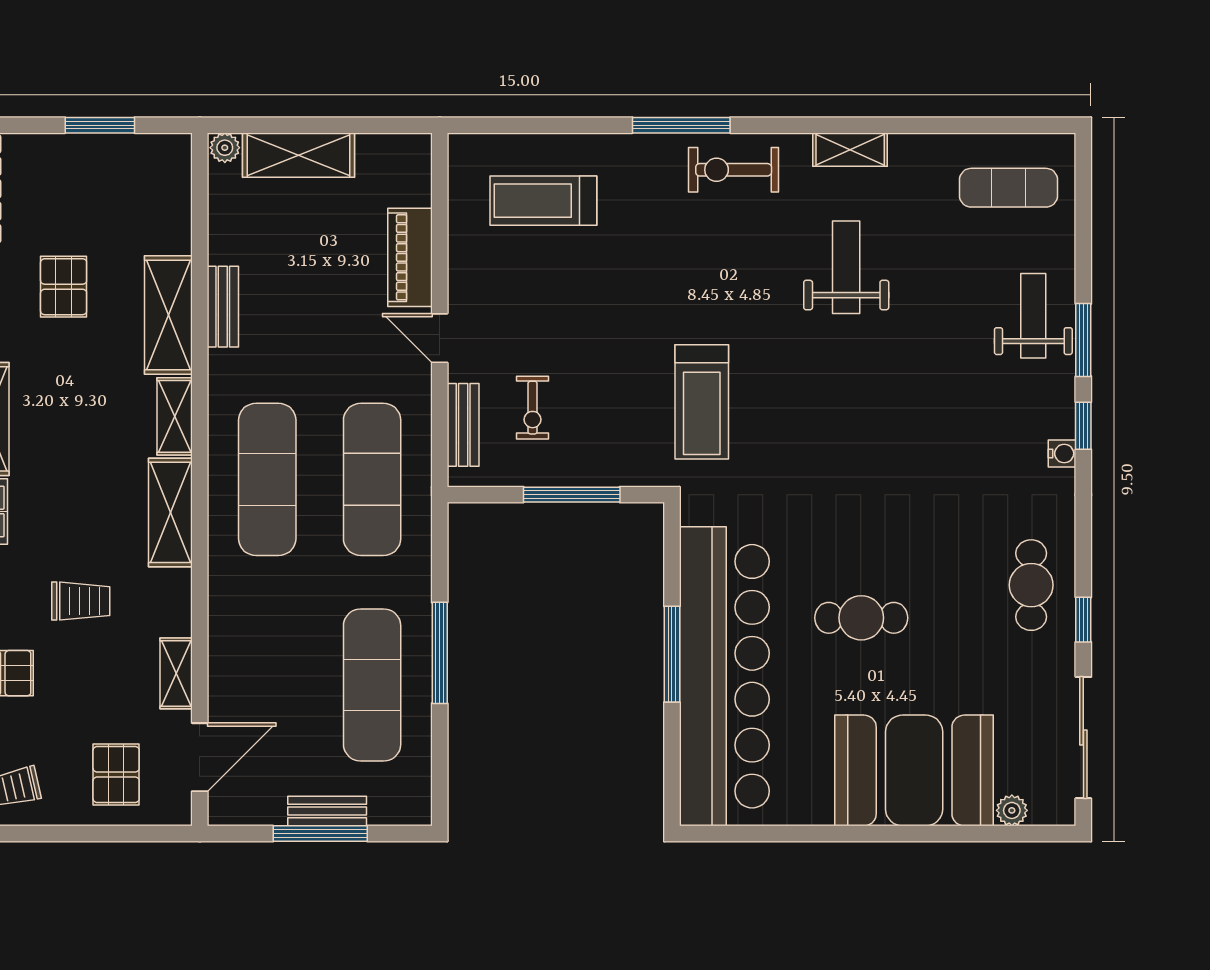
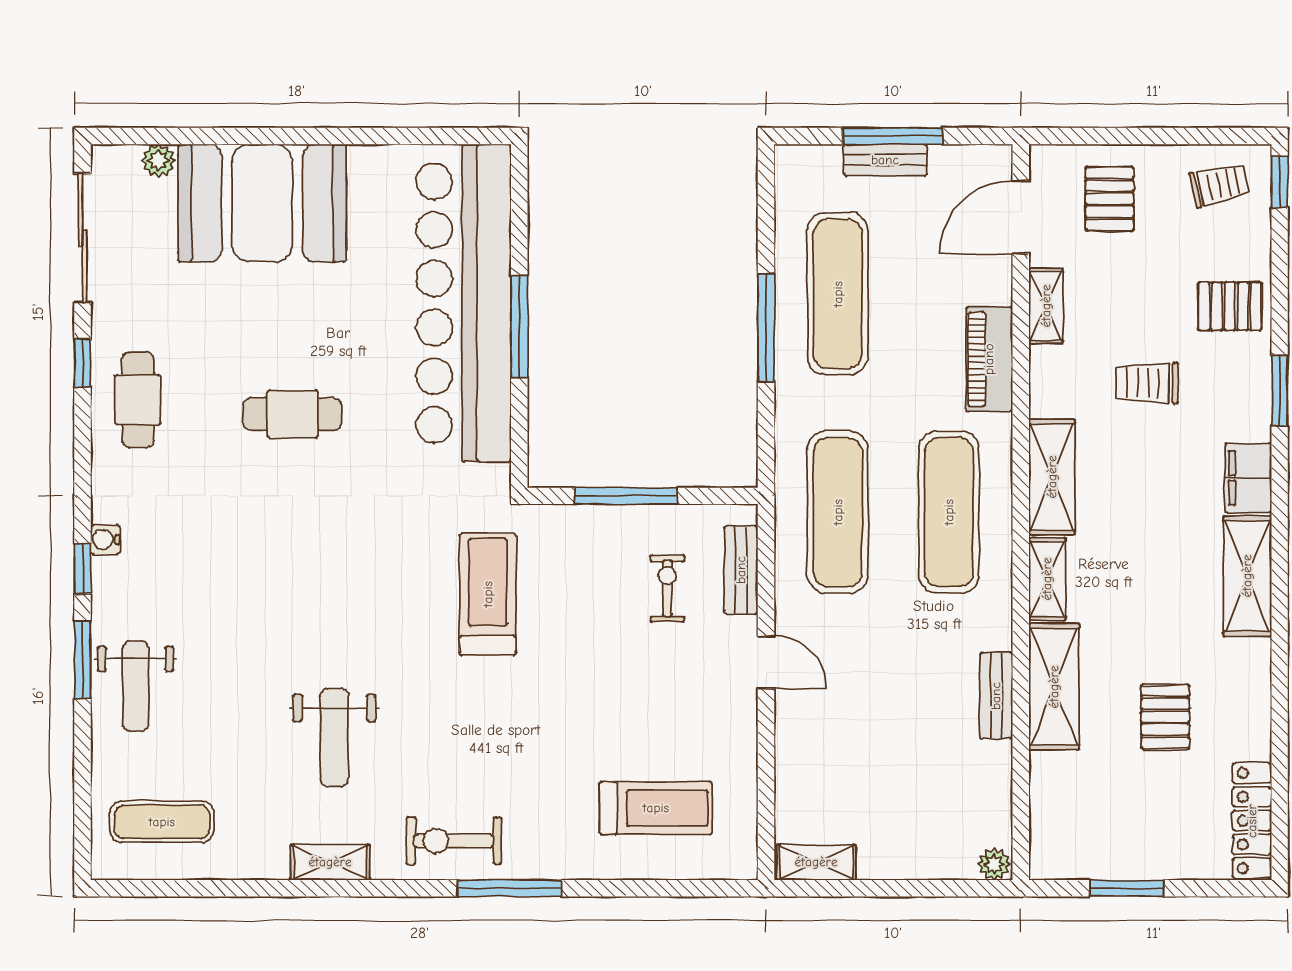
shelving: (299, 155) -> (816, 862), moved, width x0.67, depth x0.75
exercise bike: (734, 170) -> (454, 841), turned 180
piano: (410, 257) -> (989, 359), moved, turned 180
cafe table: (861, 618) -> (292, 414), moved

